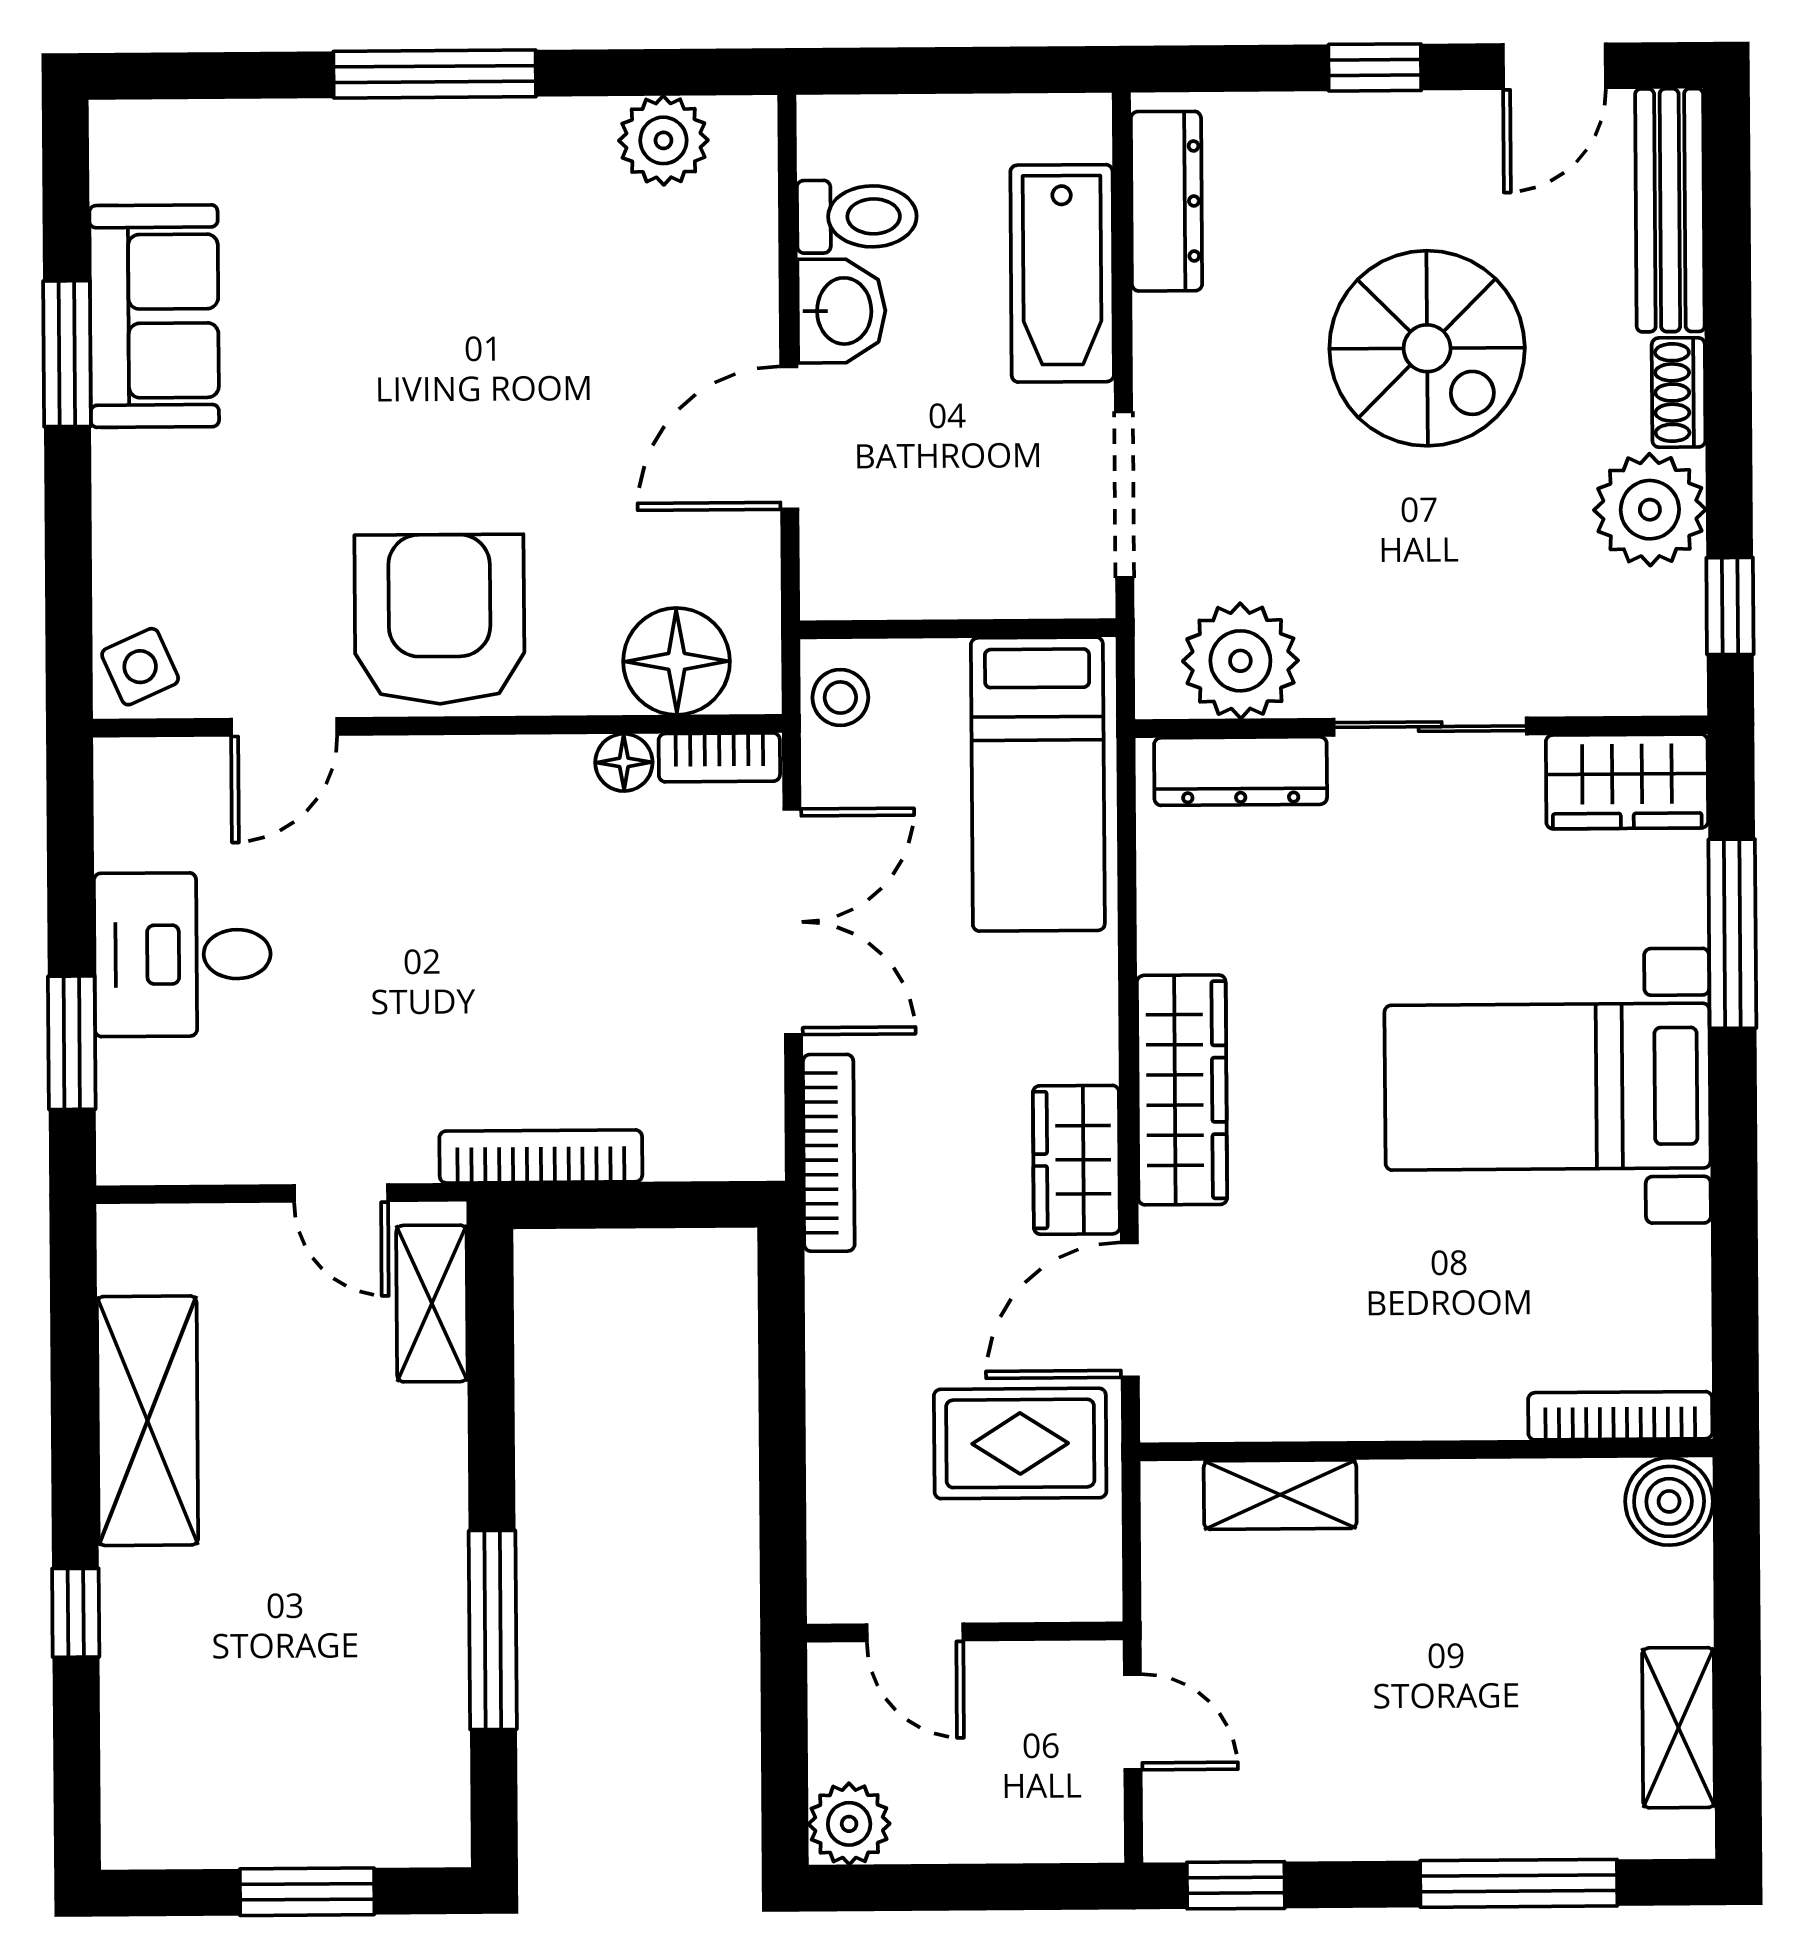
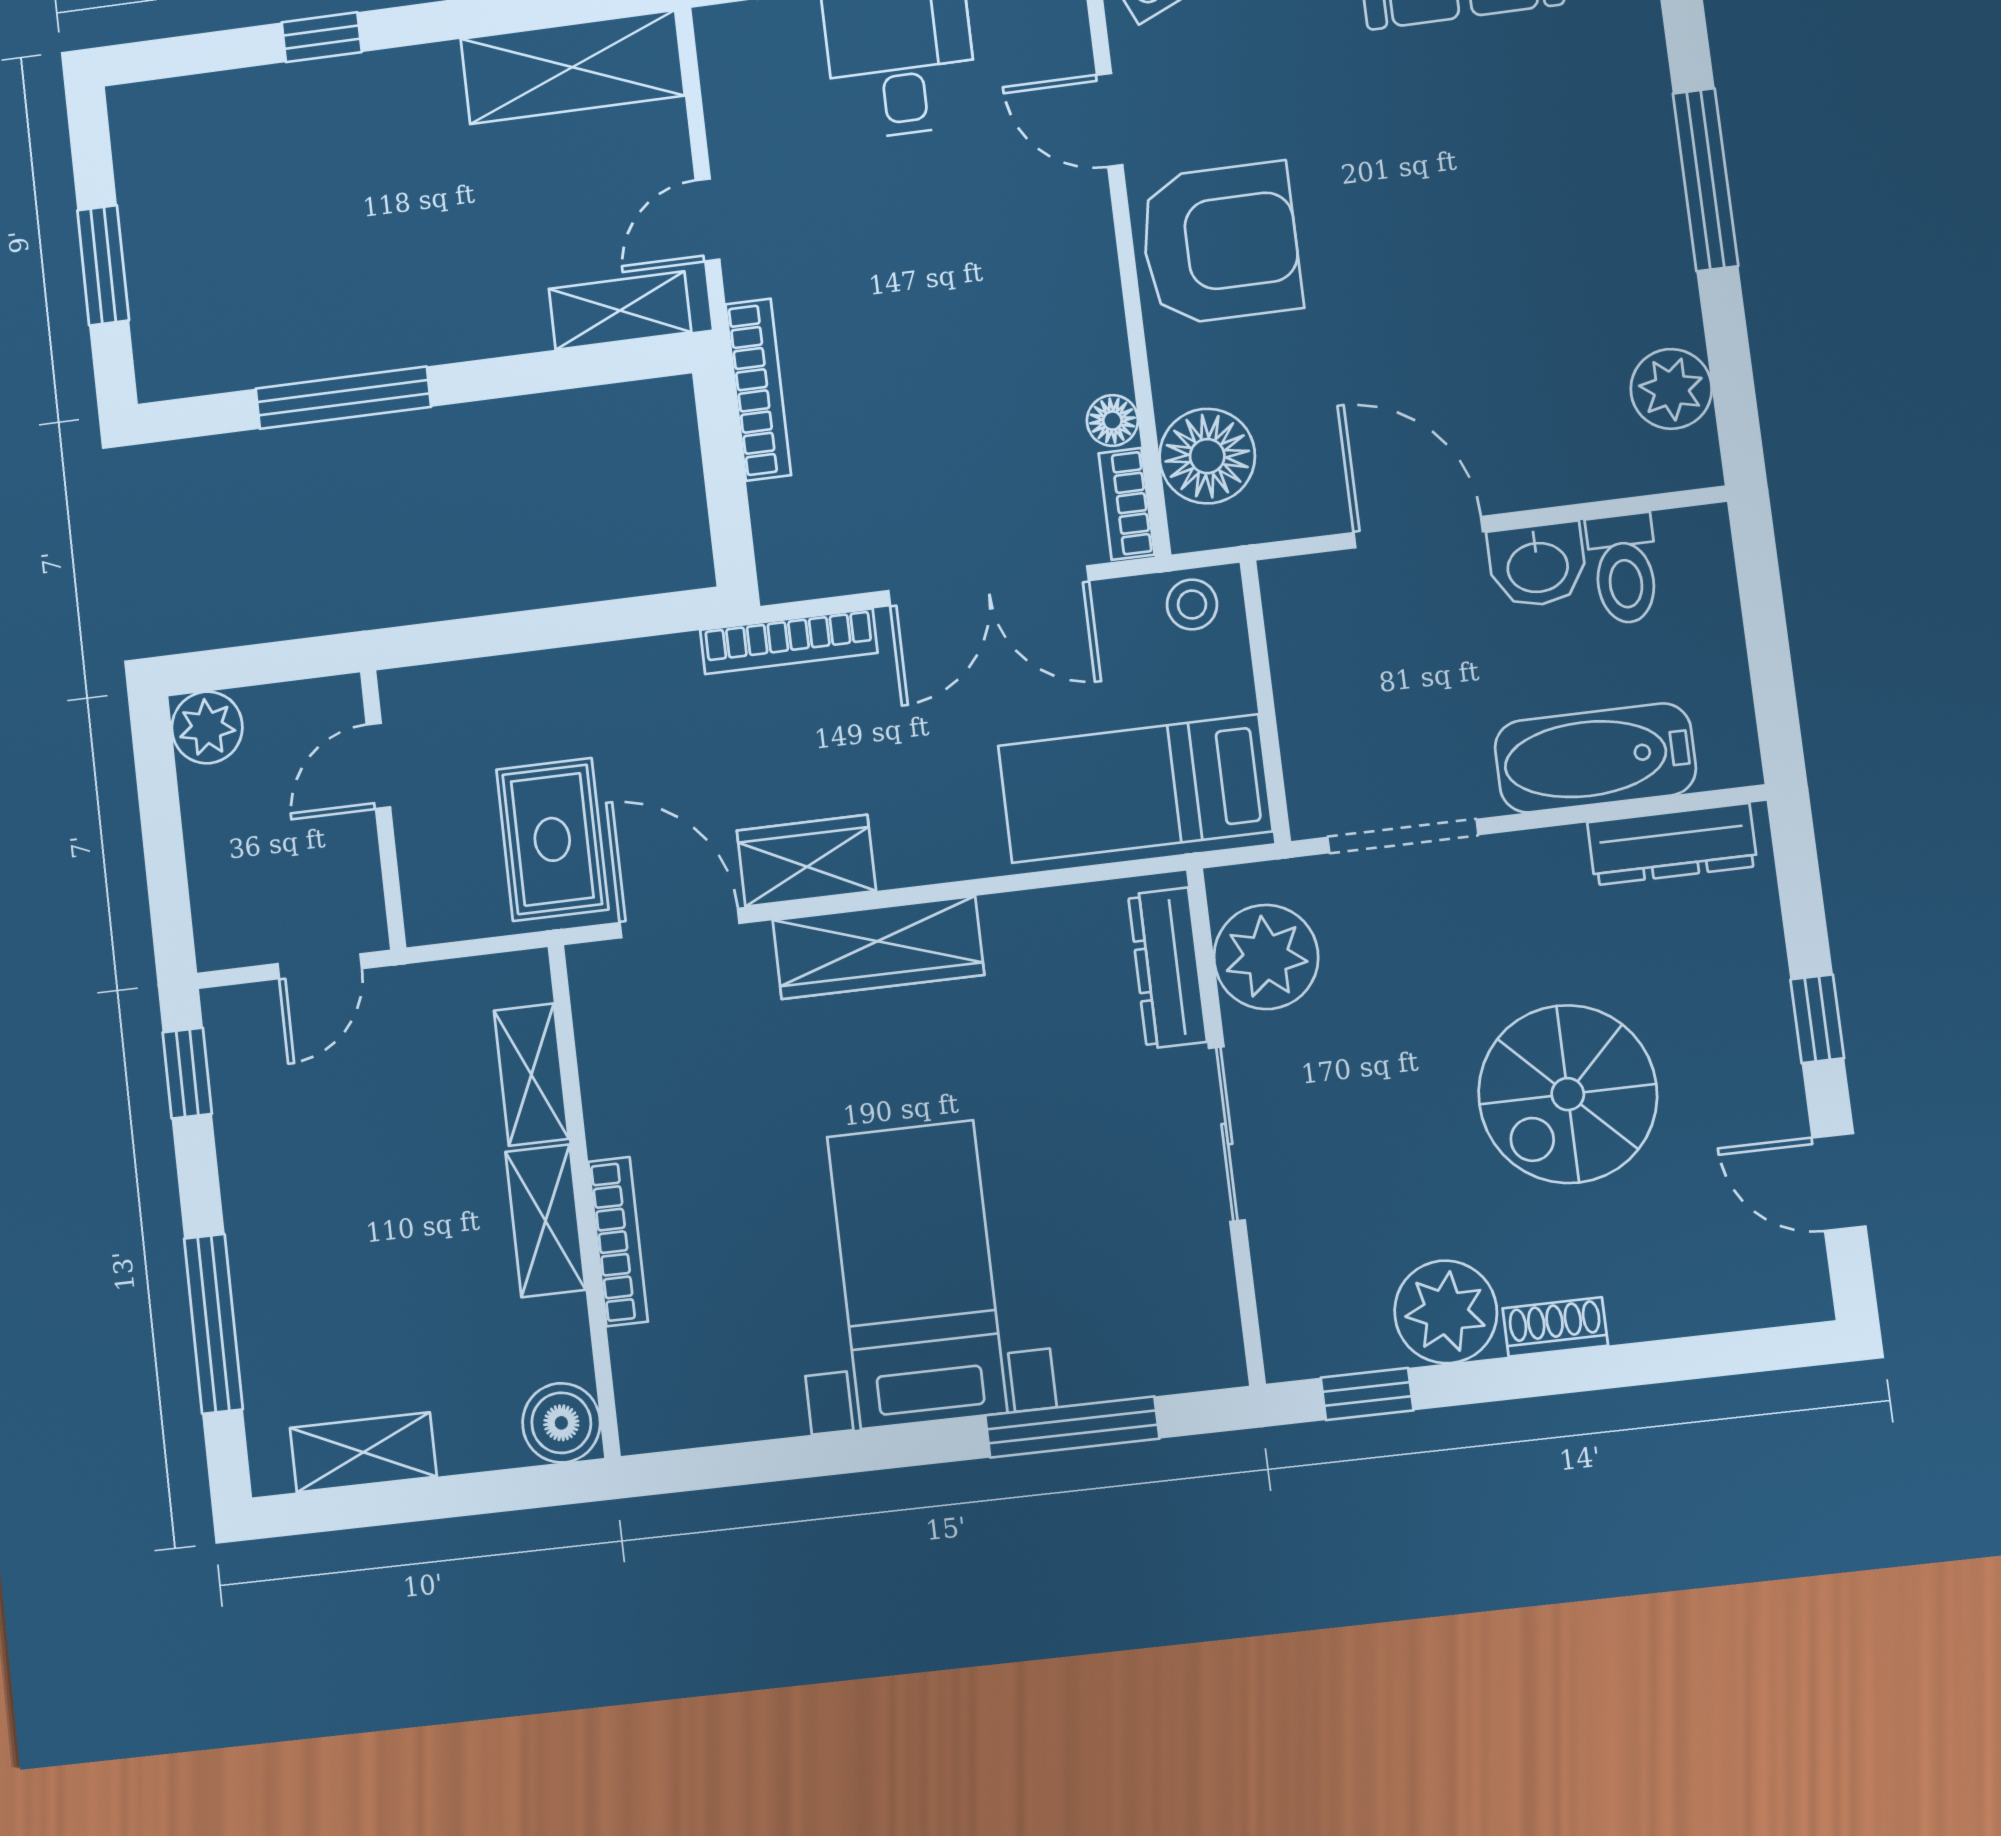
bench: (1670, 210) -> (1720, 1301), removed
wardrobe: (1627, 781) -> (1198, 1317), removed
bookcase: (1620, 1416) -> (618, 1242), moved
shelving: (148, 1421) -> (572, 67), moved
shelving: (1444, 1496) -> (545, 1221), added

